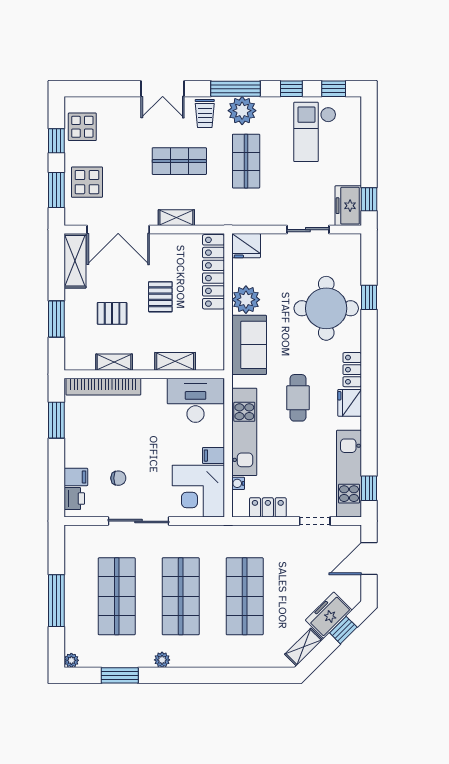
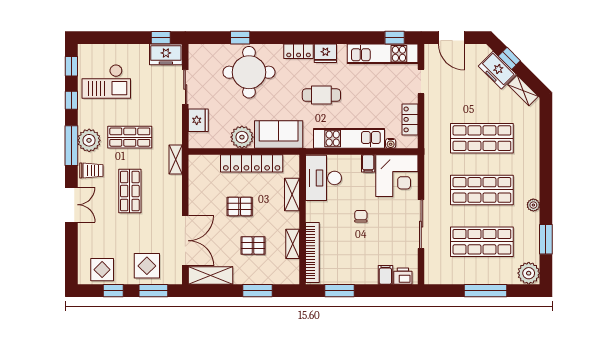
shelving: (176, 218) -> (176, 159), moved
fridge: (246, 246) -> (198, 120), moved
locker: (213, 272) -> (252, 163), moved
pallet: (112, 313) -> (253, 245), turned 90
chair: (118, 478) -> (361, 216), moved
plant: (71, 660) -> (529, 273), width x1.87, depth x1.87

